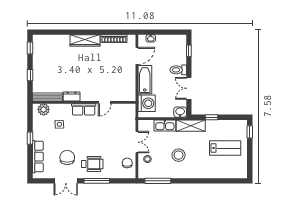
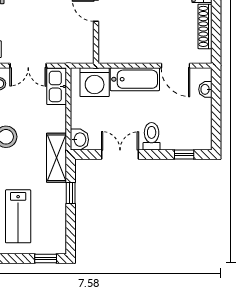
kitchen sink: (165, 125) -> (57, 86), moved

